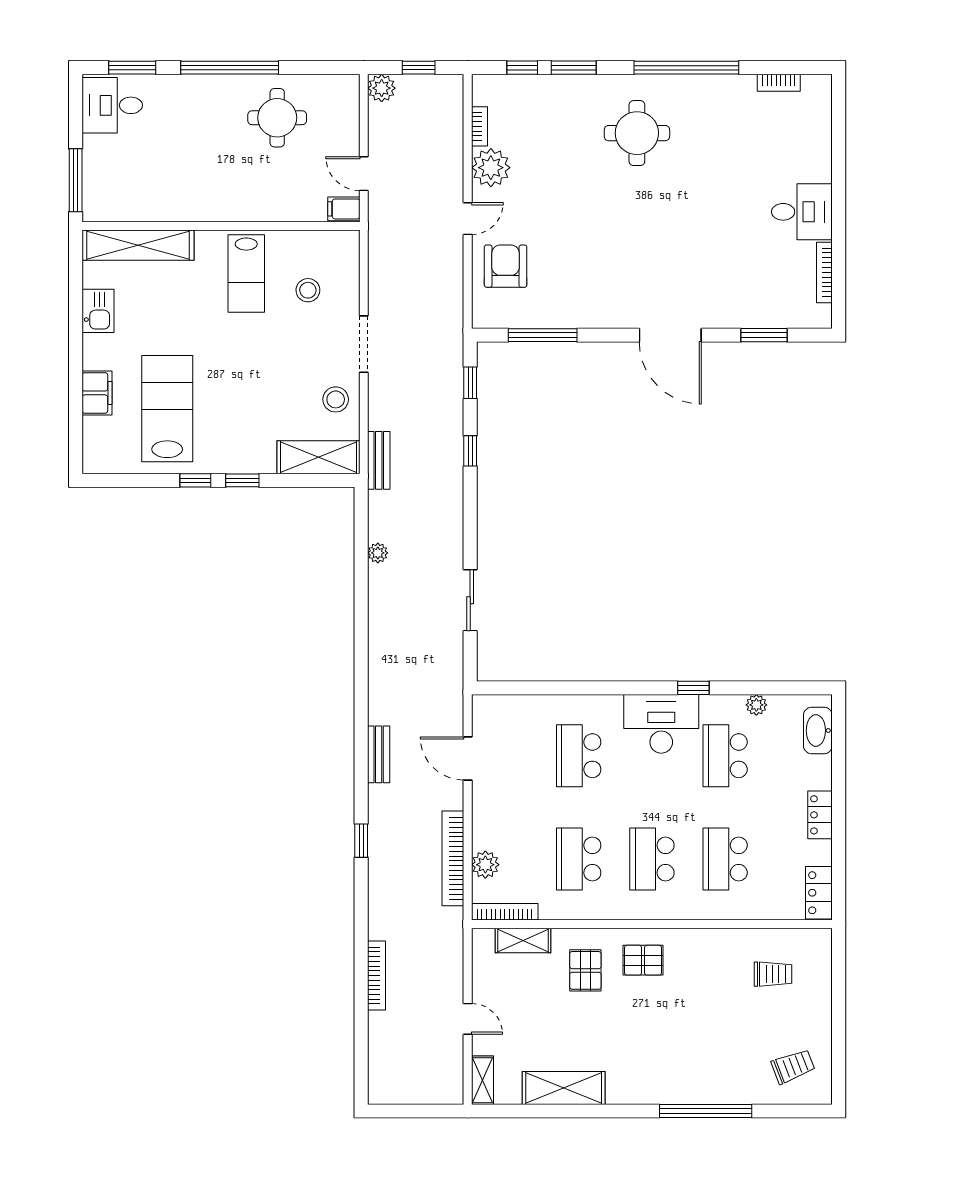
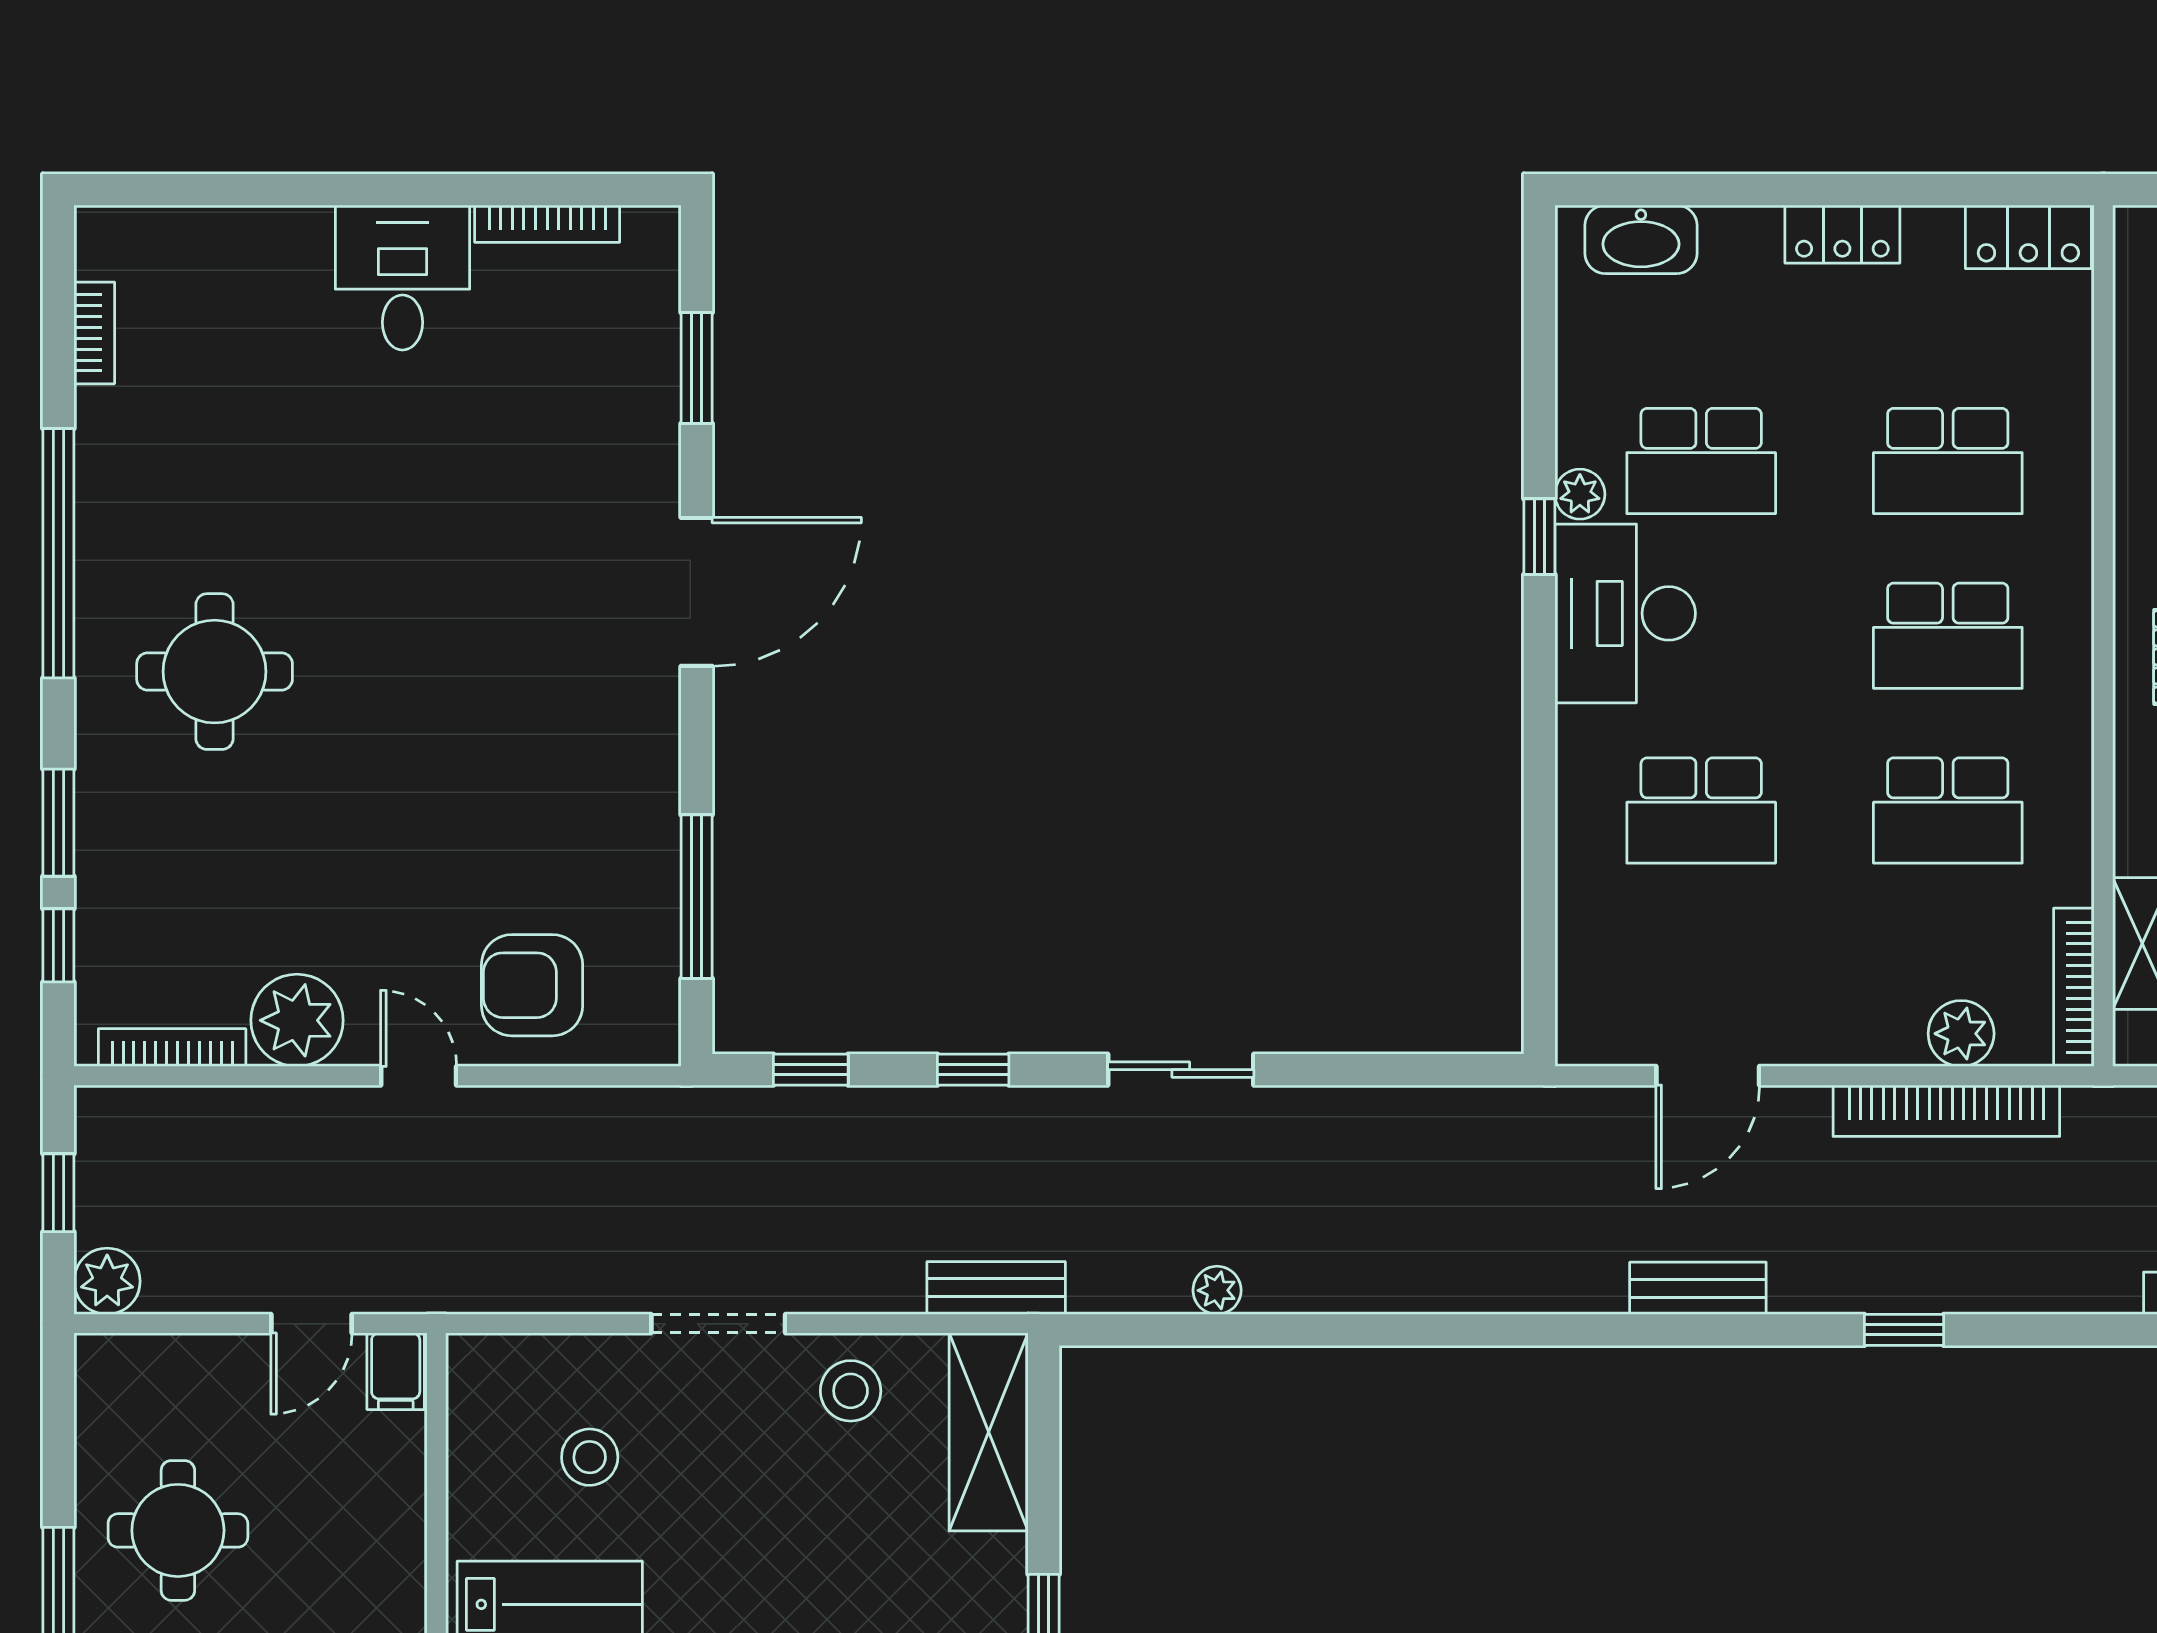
bookcase: (479, 126) -> (172, 1048), width x1.56
sliding door: (470, 600) -> (1181, 1070), moved
plant: (756, 705) -> (1580, 494), moved

